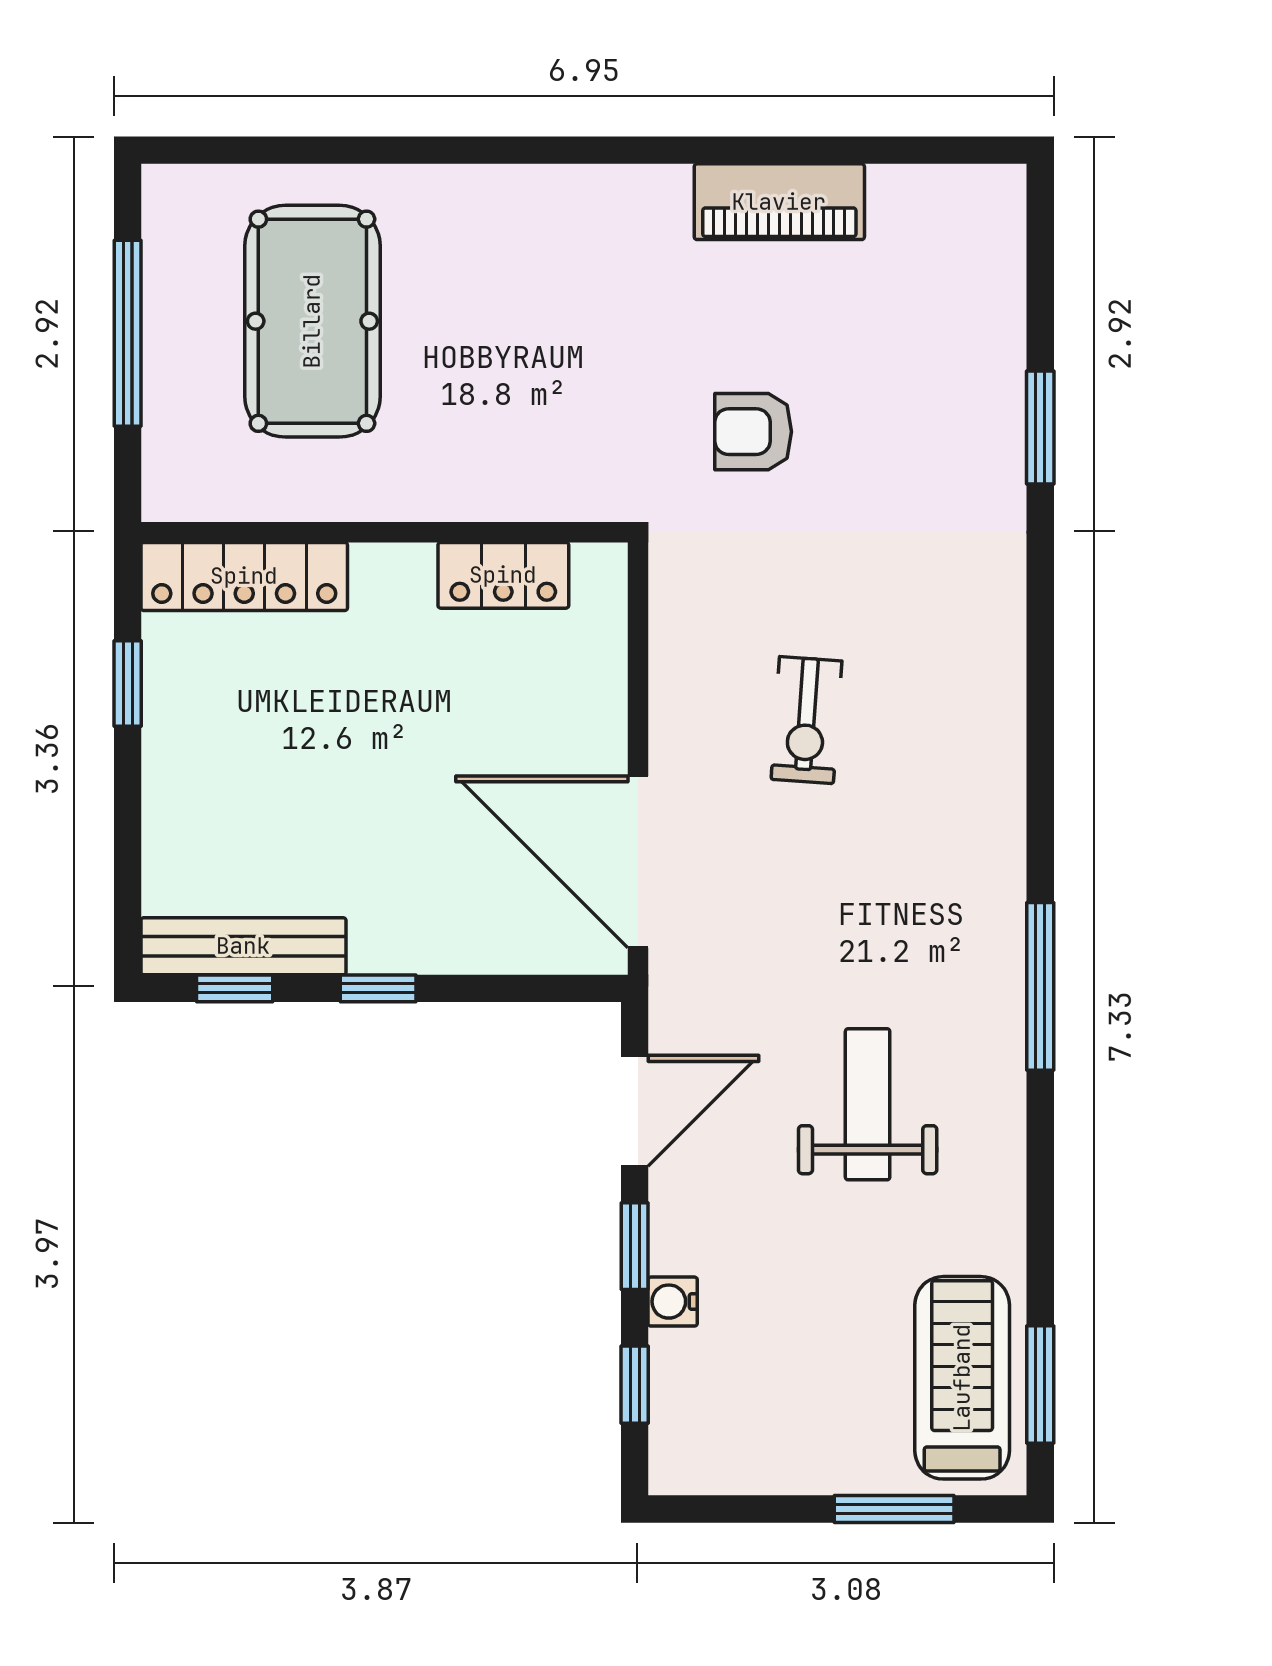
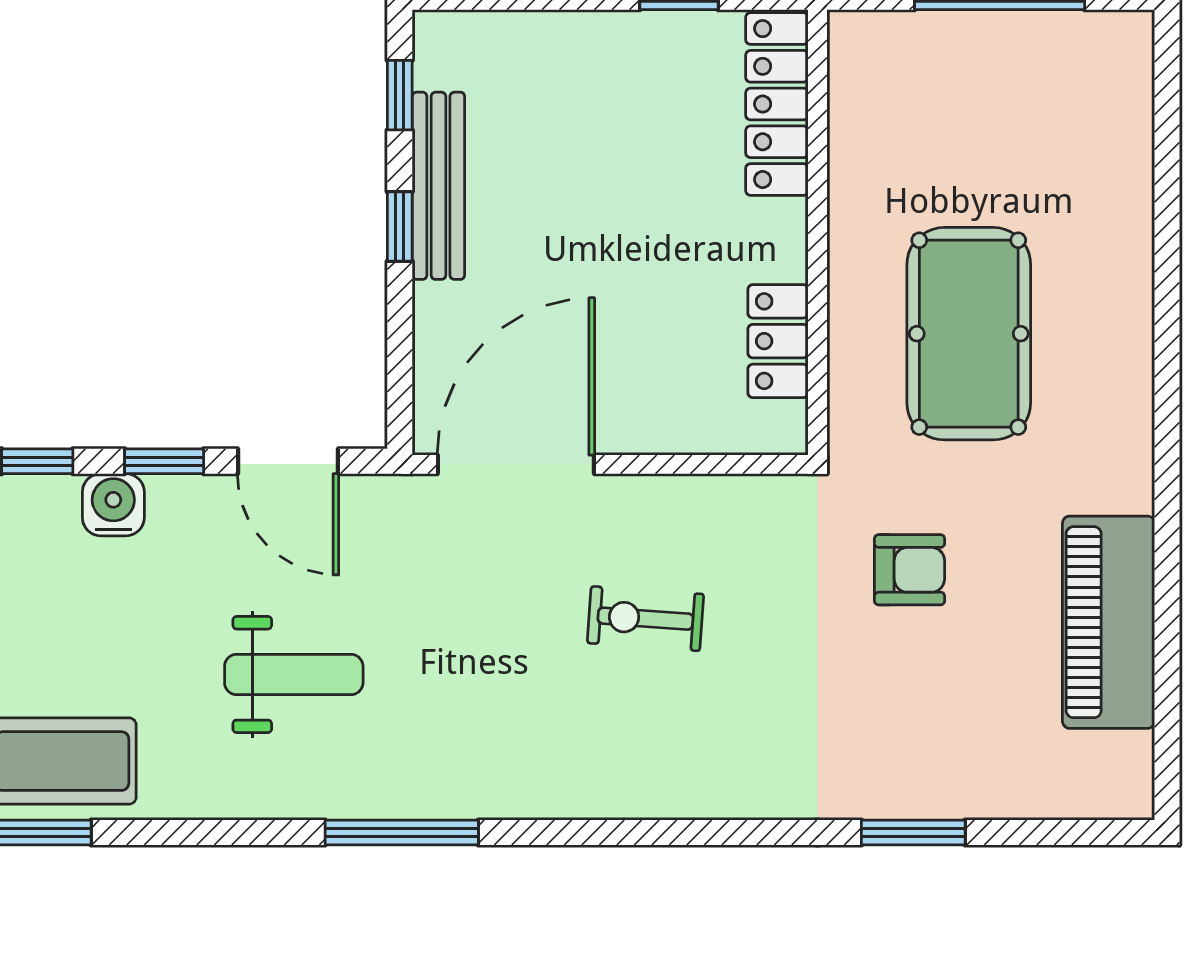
piano: (779, 202) -> (1109, 622), width x1.37, depth x1.33
pool table: (312, 321) -> (969, 334), moved, turned 90
armchair: (753, 432) -> (910, 570), turned 90
bench: (243, 946) -> (438, 186), moved
water cooler: (673, 1302) -> (113, 505), width x1.38, depth x1.38

